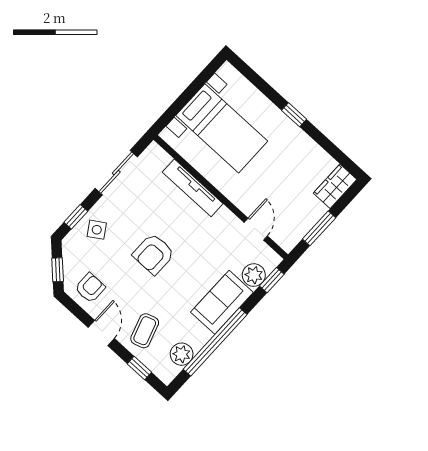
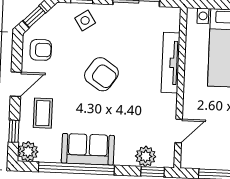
armchair: (154, 254) -> (101, 74), turned -146
sofa: (222, 302) -> (88, 149), moved
coffee table: (145, 331) -> (43, 113), turned -72
plant: (182, 354) -> (28, 152), moved

